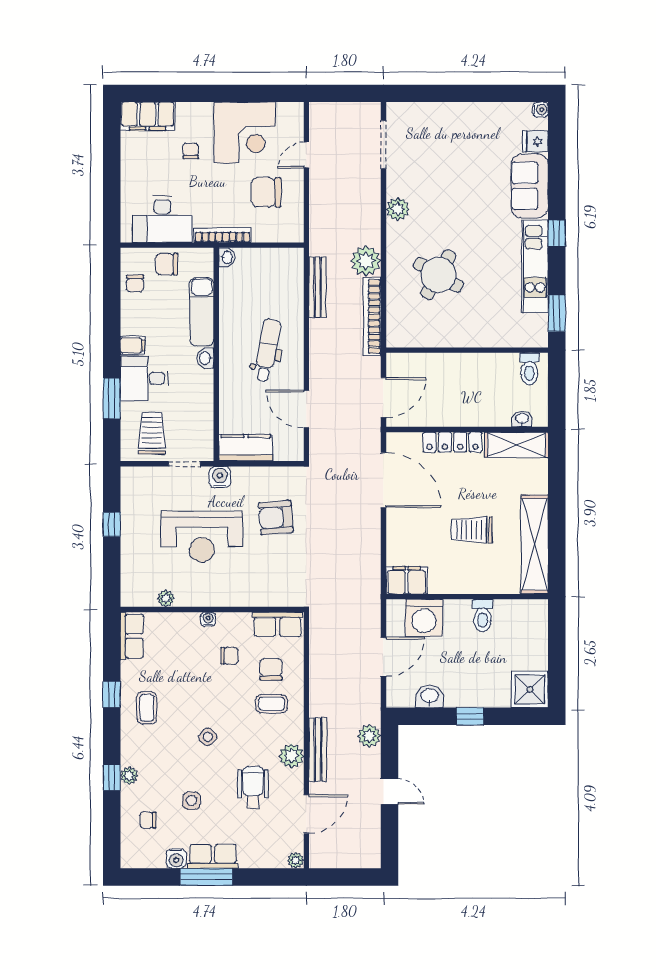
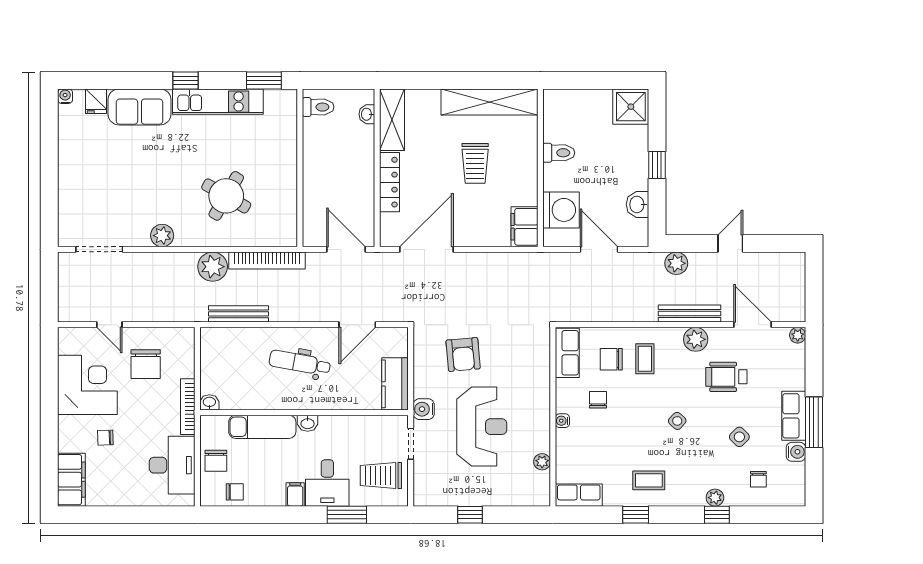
side table: (191, 801) -> (739, 437), turned 45

